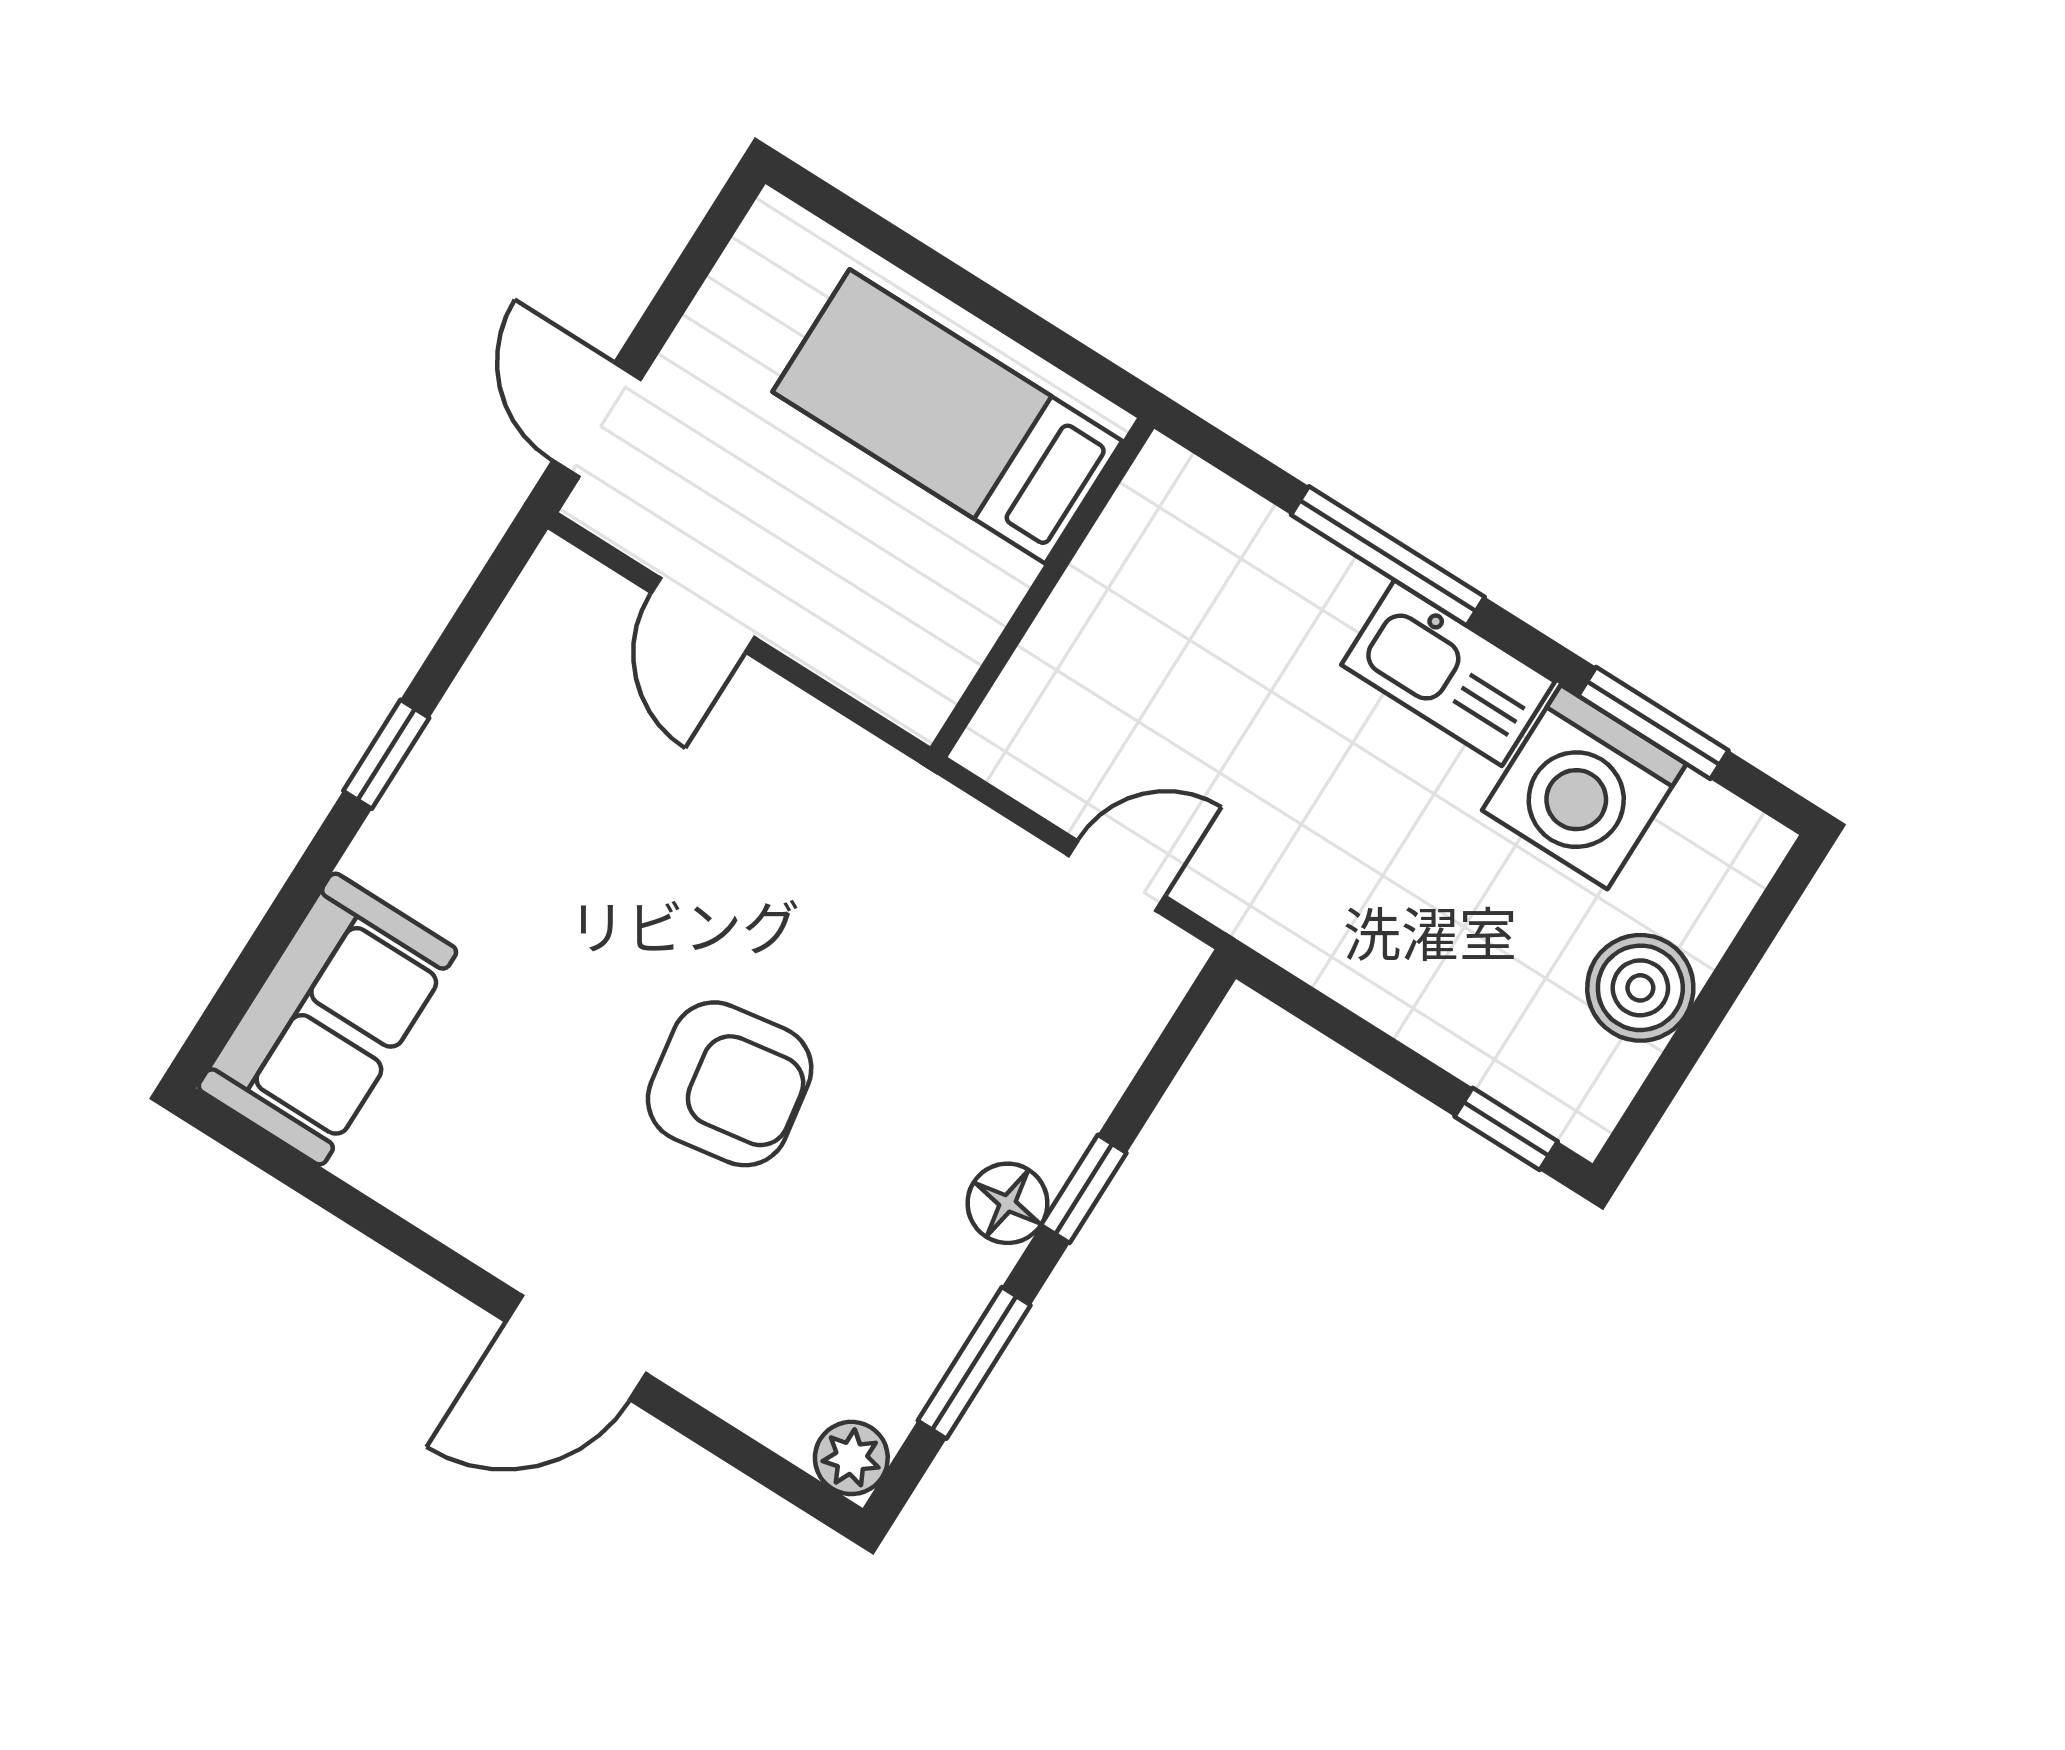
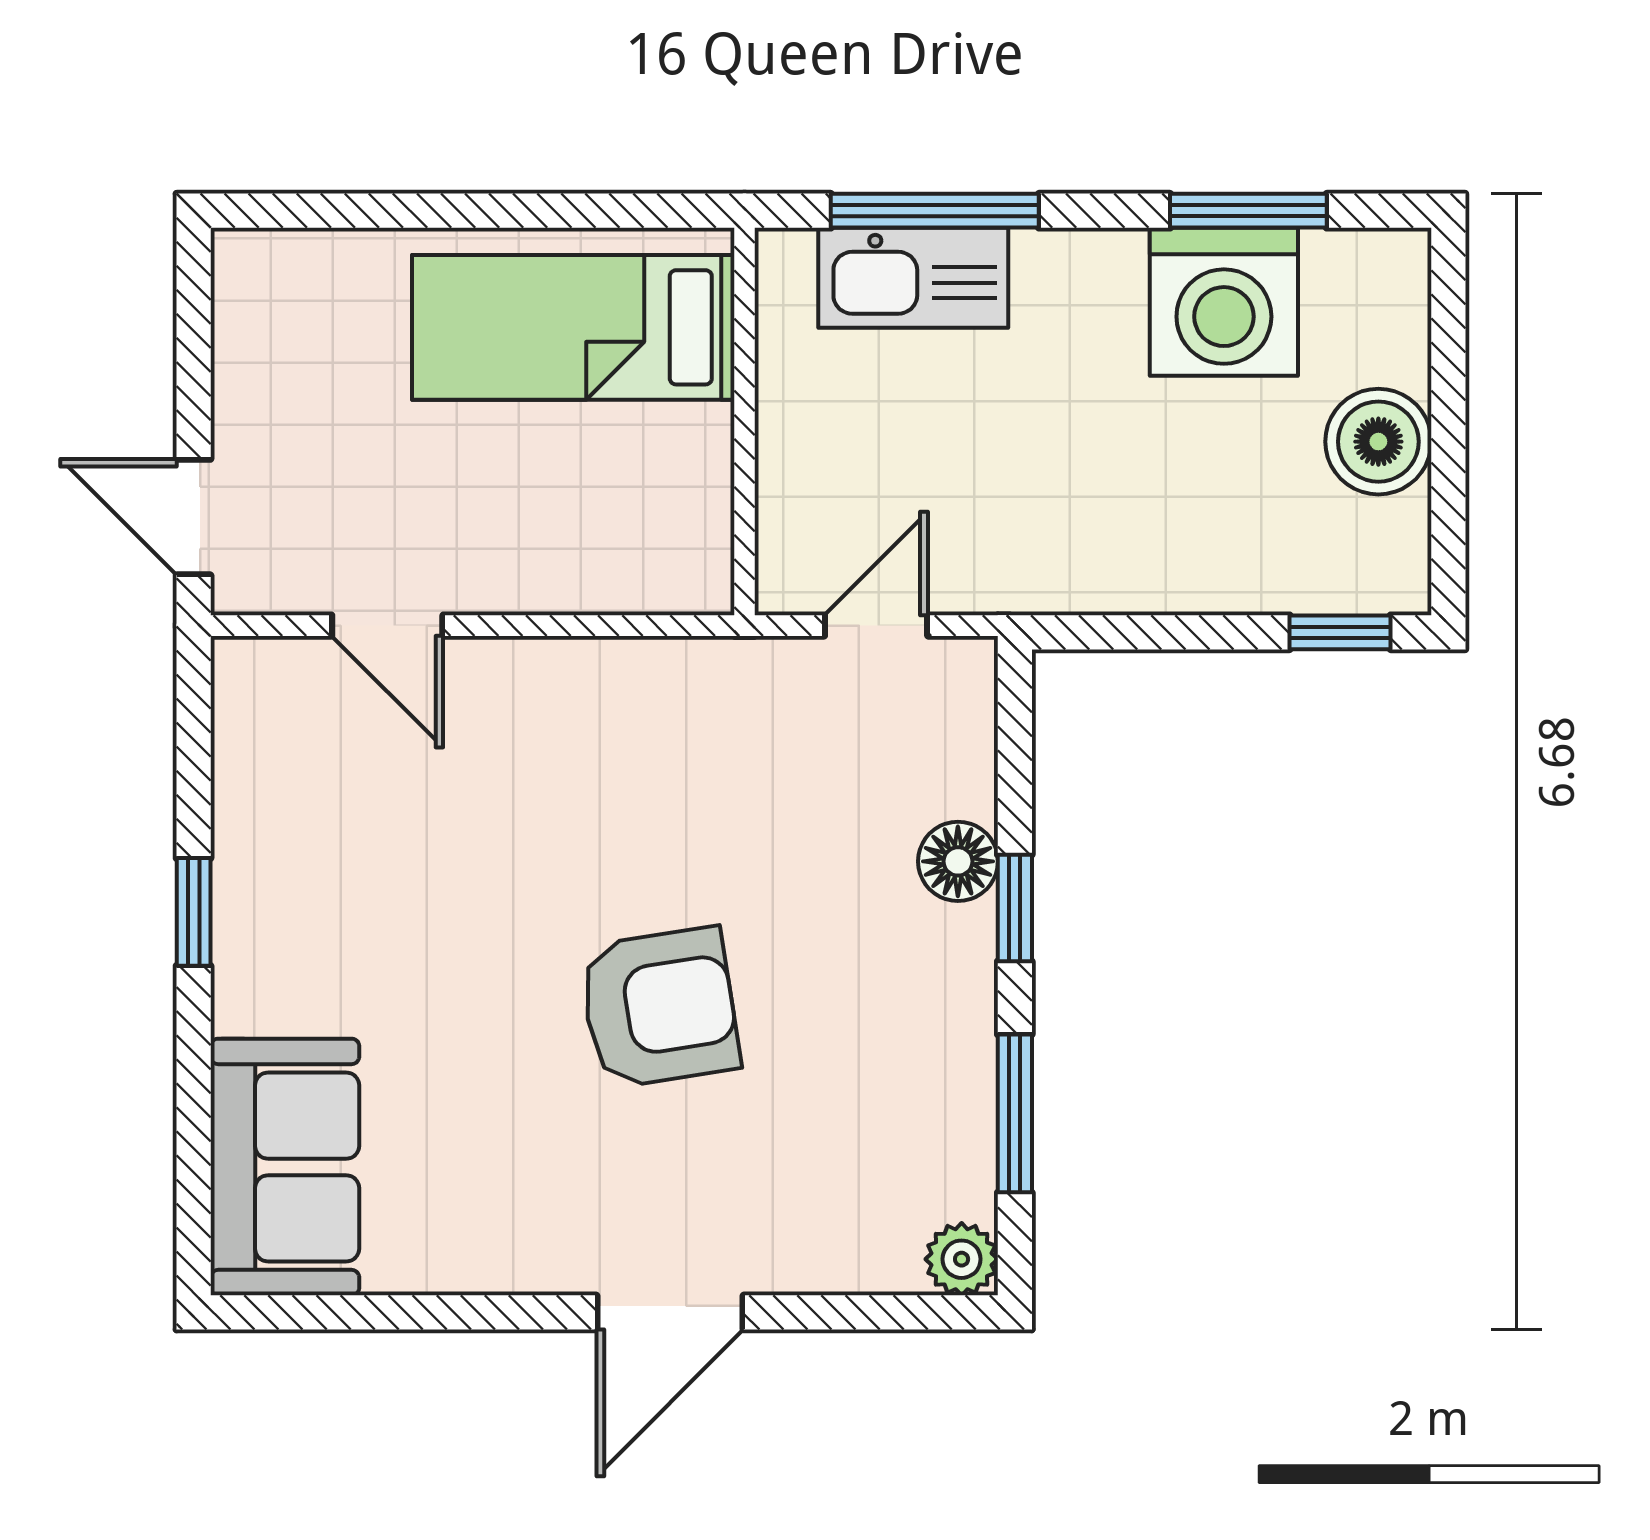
bed: (947, 416) -> (573, 327), moved
wall: (1042, 587) -> (744, 422), moved
kitchen sink: (1448, 673) -> (913, 278), moved
floor lamp: (1007, 1203) -> (958, 861), moved

